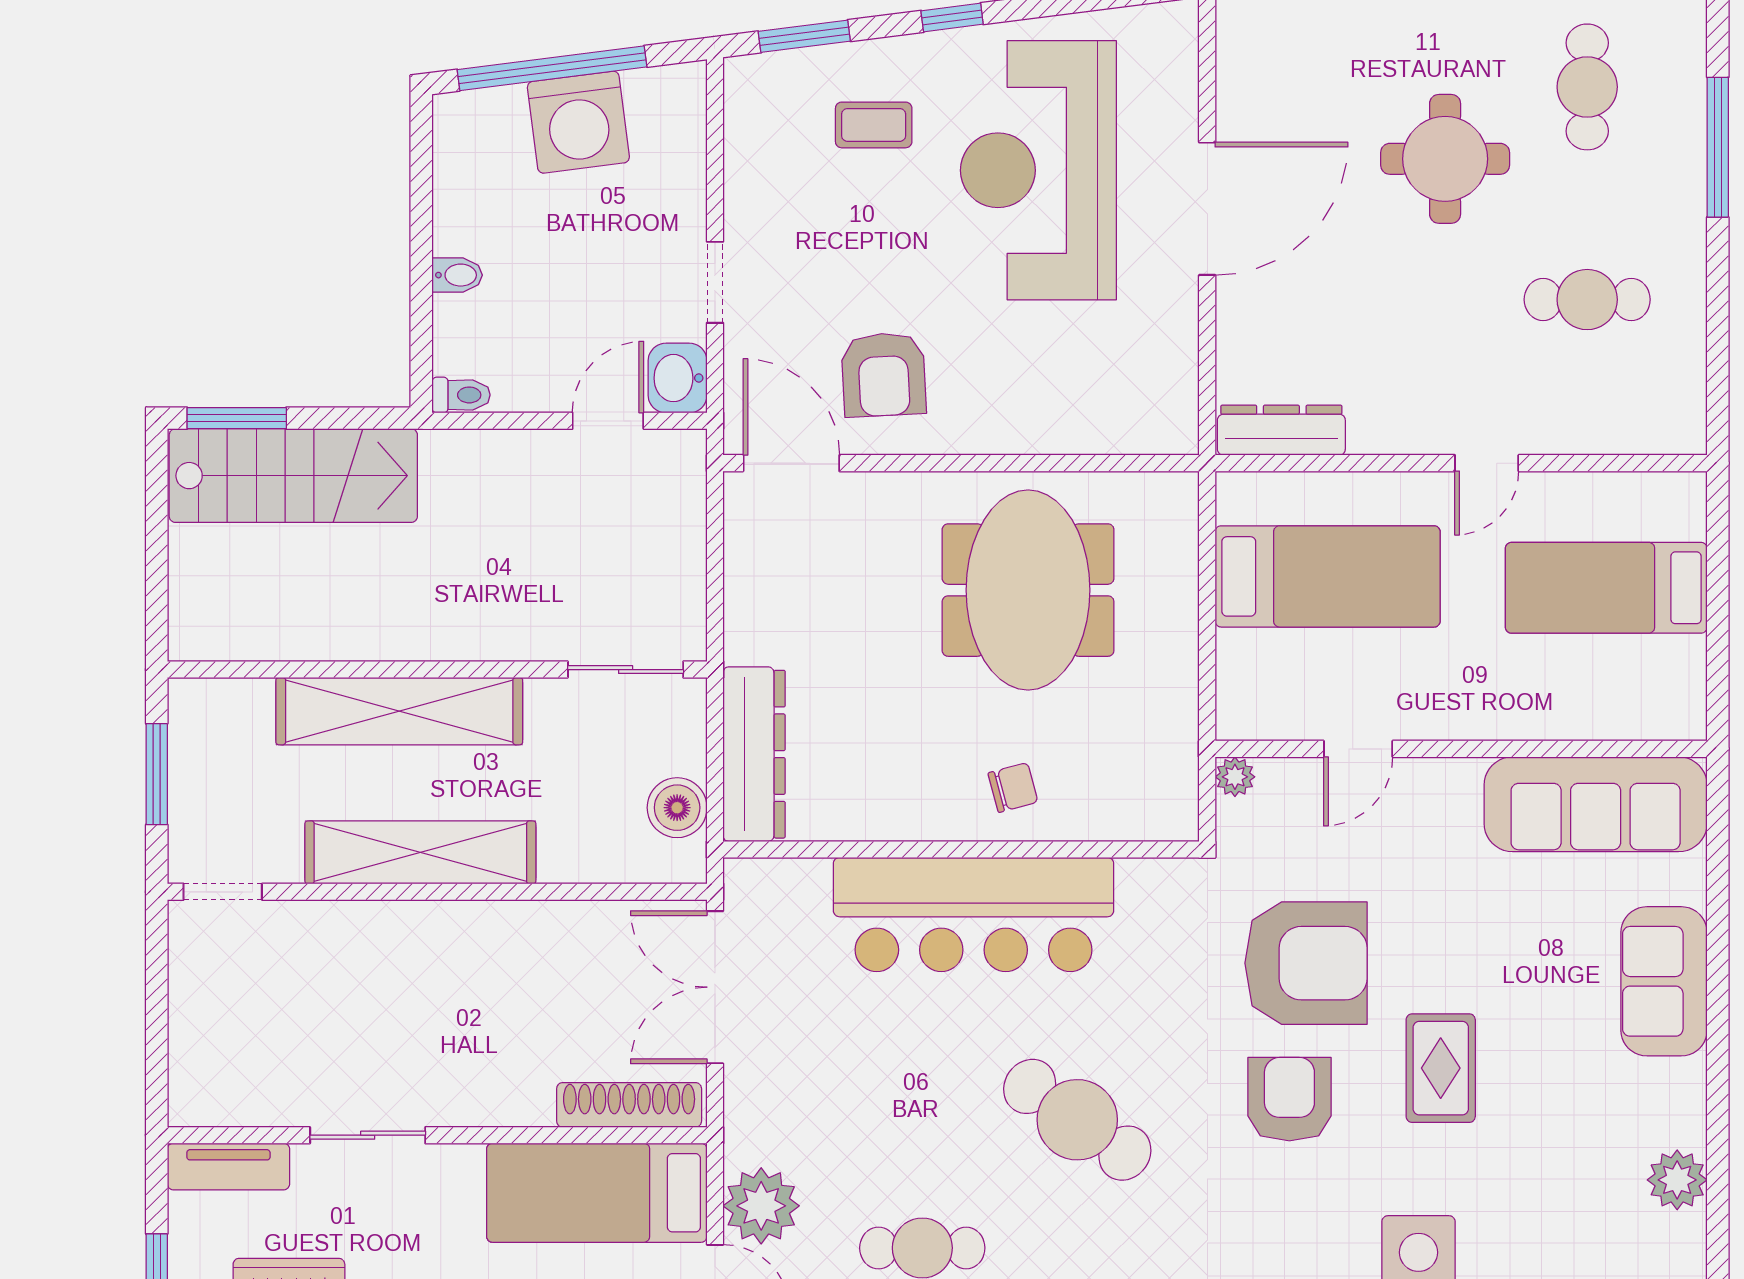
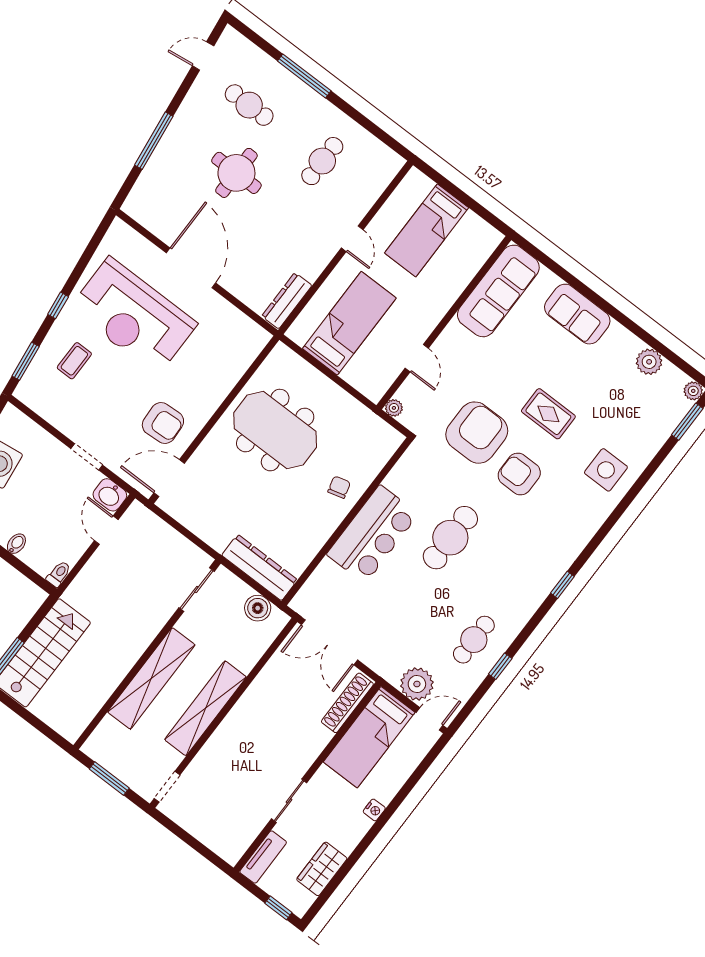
bar counter: (974, 914) -> (372, 534), width x0.73
cafe table: (1077, 1120) -> (450, 538), moved, turned -35

